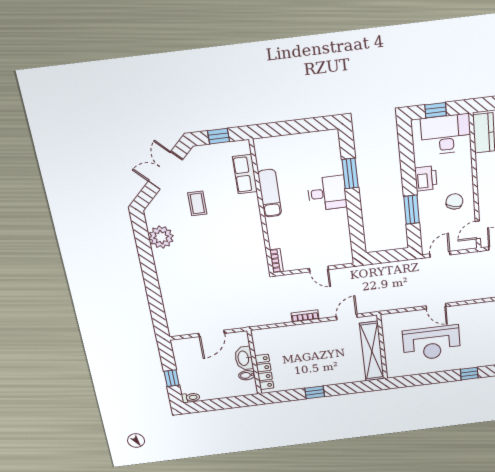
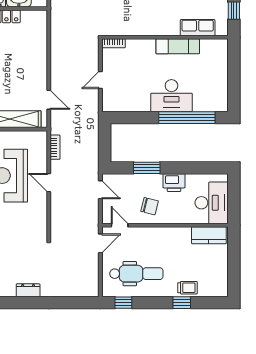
window: (436, 110) -> (234, 195), removed
window: (350, 173) -> (187, 118), width x2.11
desk: (327, 193) -> (171, 96), width x1.37
door: (436, 306) -> (49, 183), hinge flipped
bookcase: (305, 316) -> (55, 147), moved

